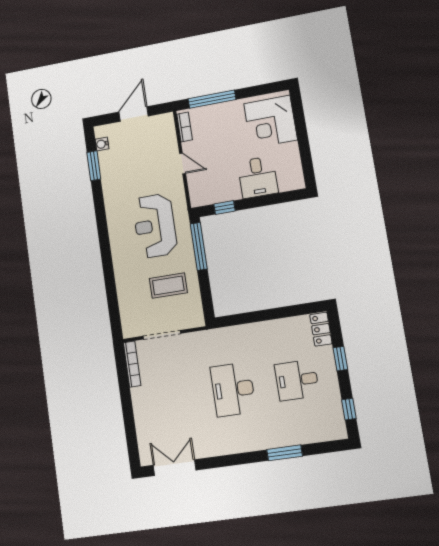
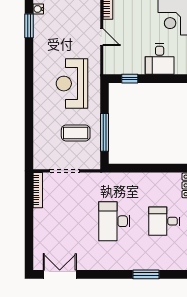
window: (199, 246) -> (105, 132), moved

